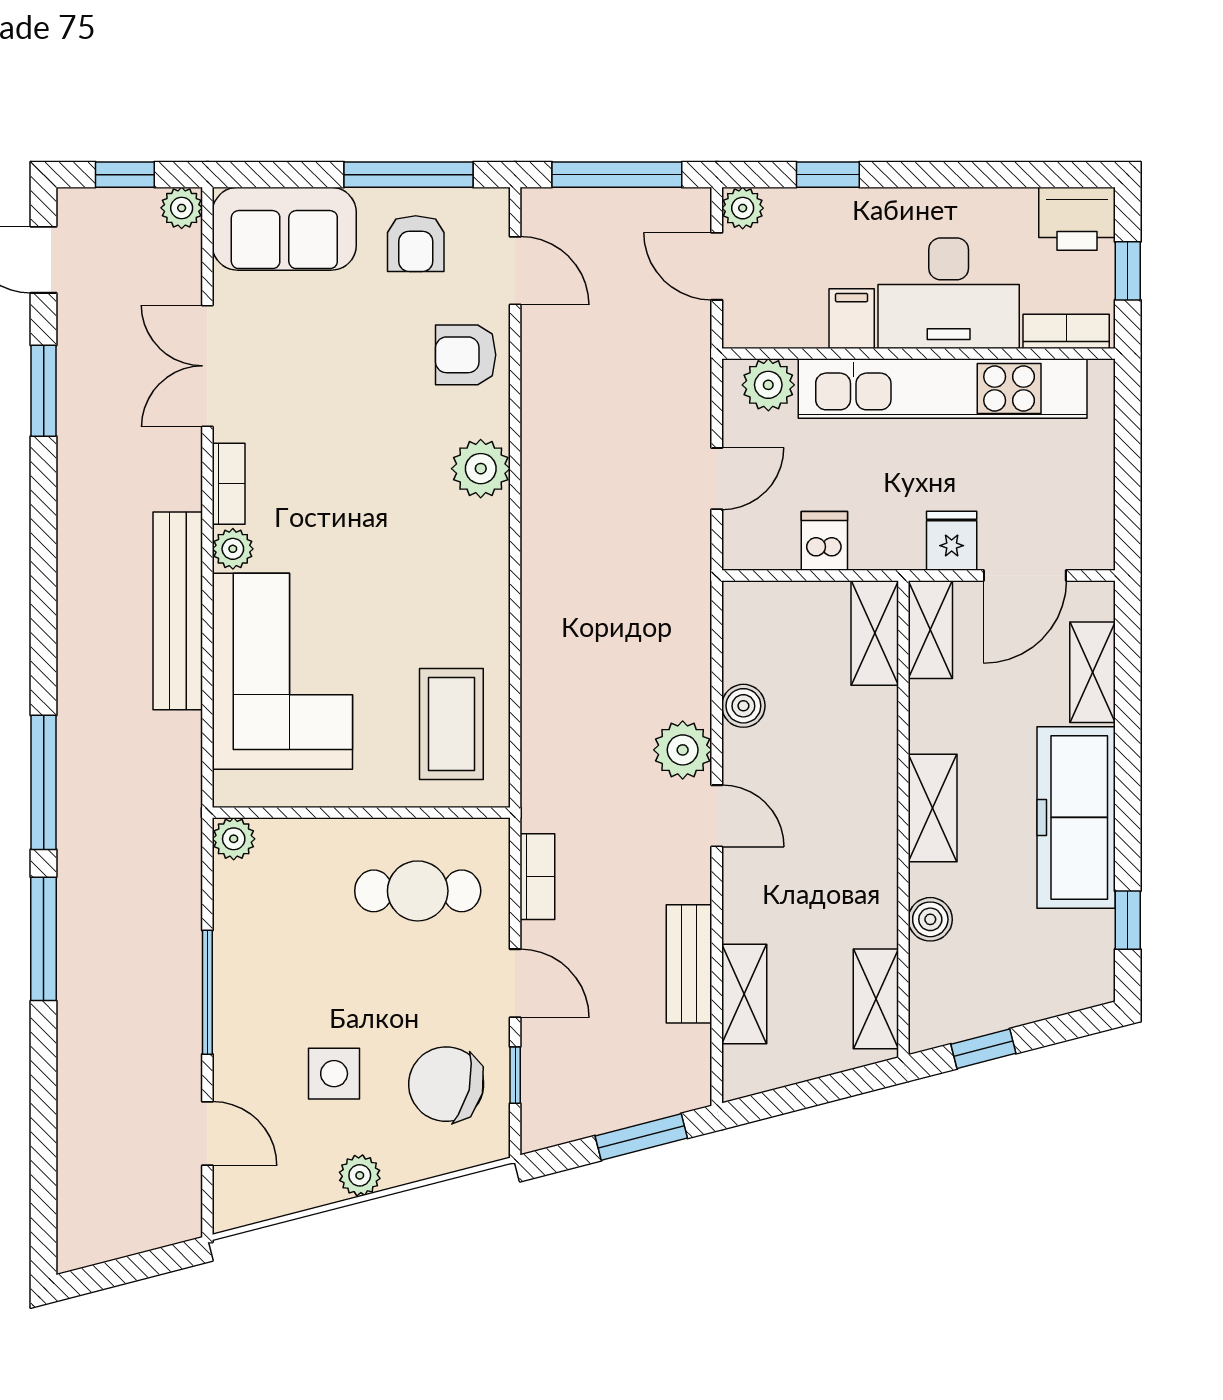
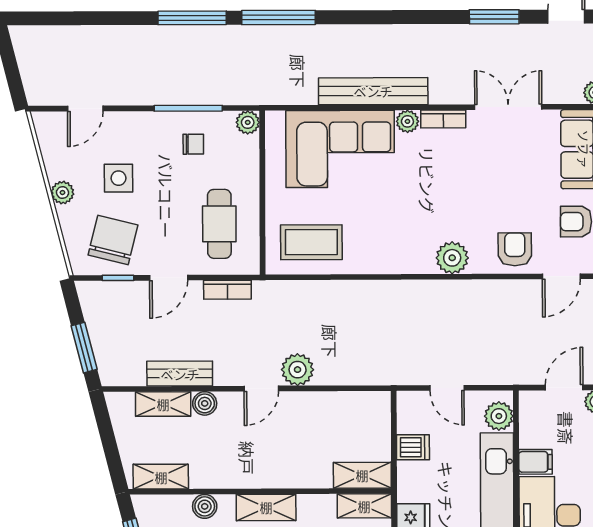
boiler: (743, 706) -> (205, 403), moved
chair: (273, 938) -> (193, 144), added
window: (207, 992) -> (188, 108), moved

